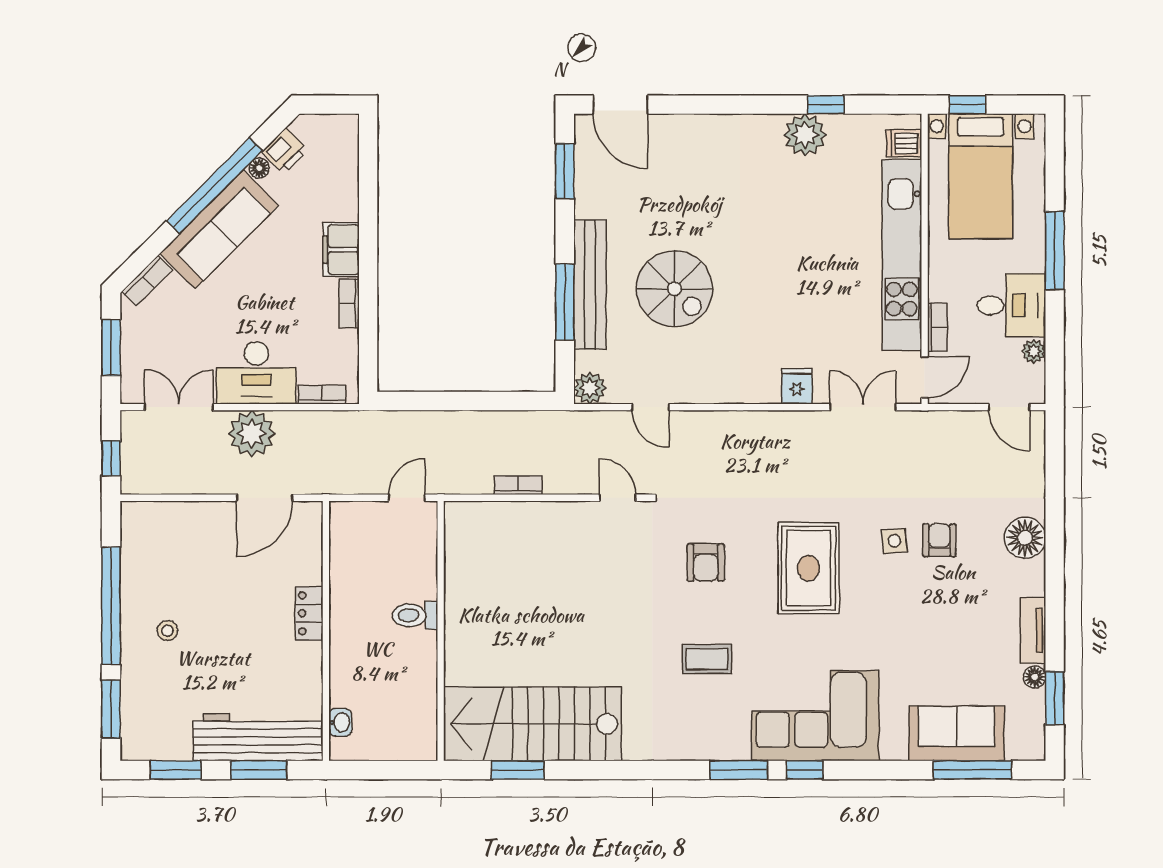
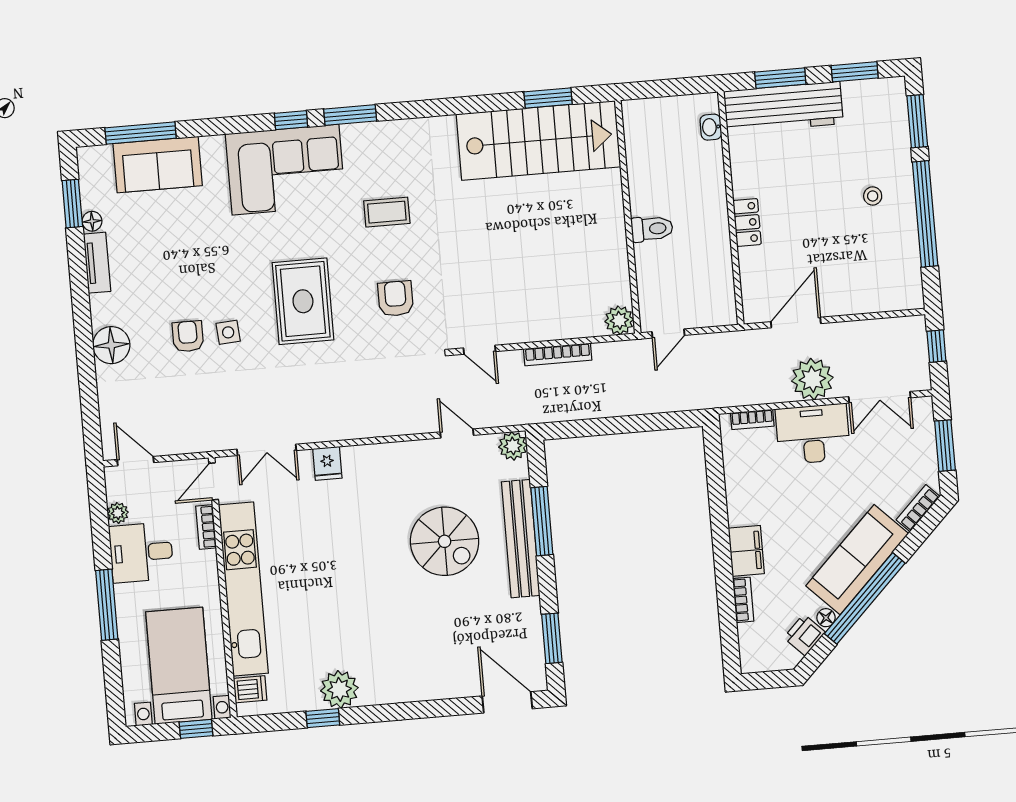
spiral stairs: (674, 289) -> (445, 541), turned 180
bookcase: (349, 303) -> (743, 600), moved
bookcase: (518, 485) -> (558, 354), width x1.56
plant: (460, 517) -> (619, 320), added
armchair: (939, 540) -> (188, 336), turned 180

